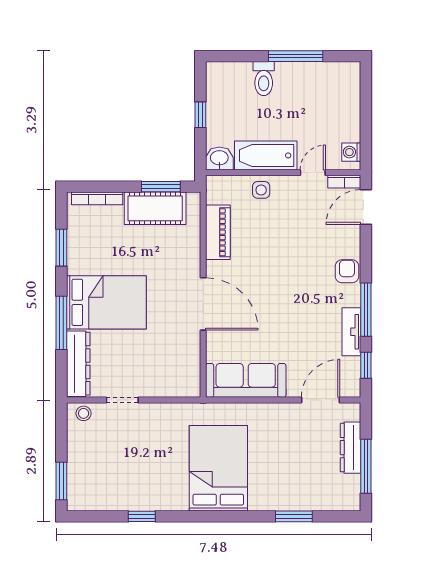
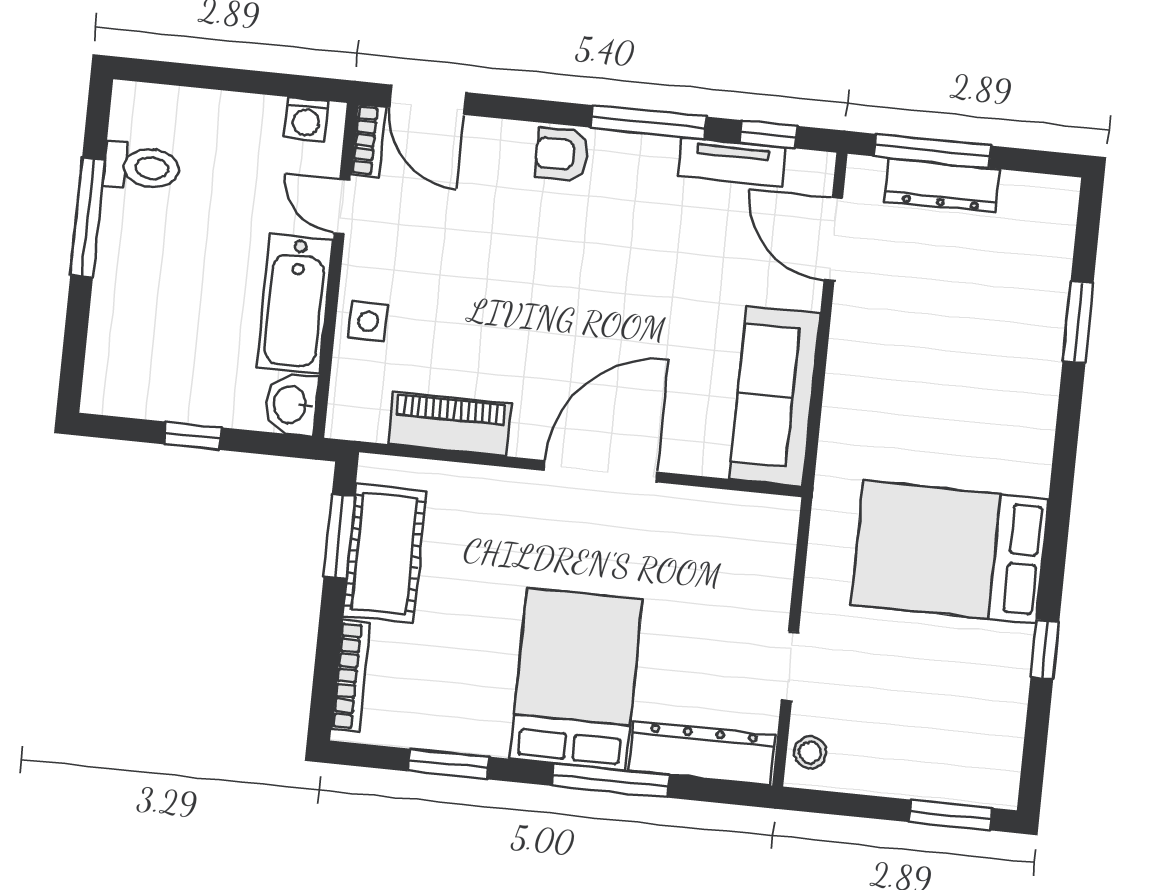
toilet: (264, 79) -> (141, 167), moved
tv unit: (351, 332) -> (732, 162), moved
window: (366, 466) -> (932, 151), moved
bed: (218, 468) -> (950, 552), moved

